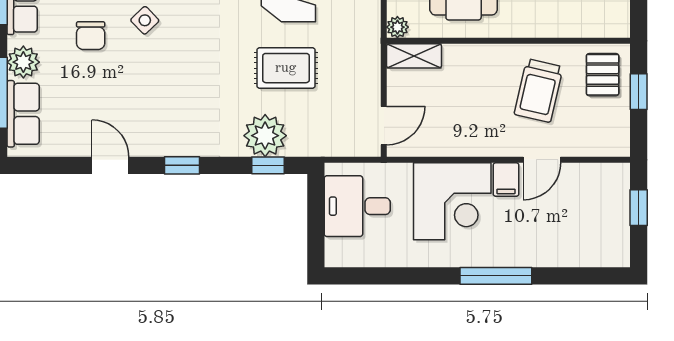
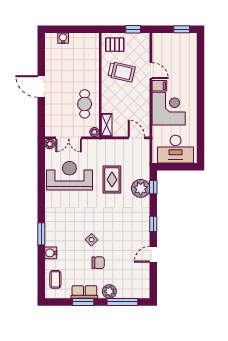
window: (639, 92) -> (133, 29), moved
row of seats: (23, 114) -> (131, 291), removed
desk: (357, 206) -> (176, 149), width x1.37
window: (639, 208) -> (182, 29), moved
window: (496, 276) -> (200, 90), removed

